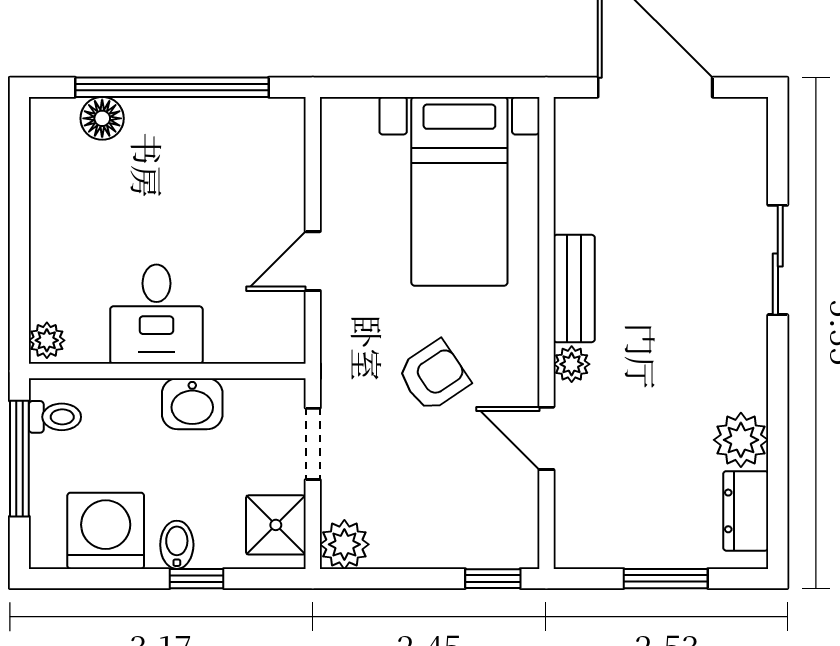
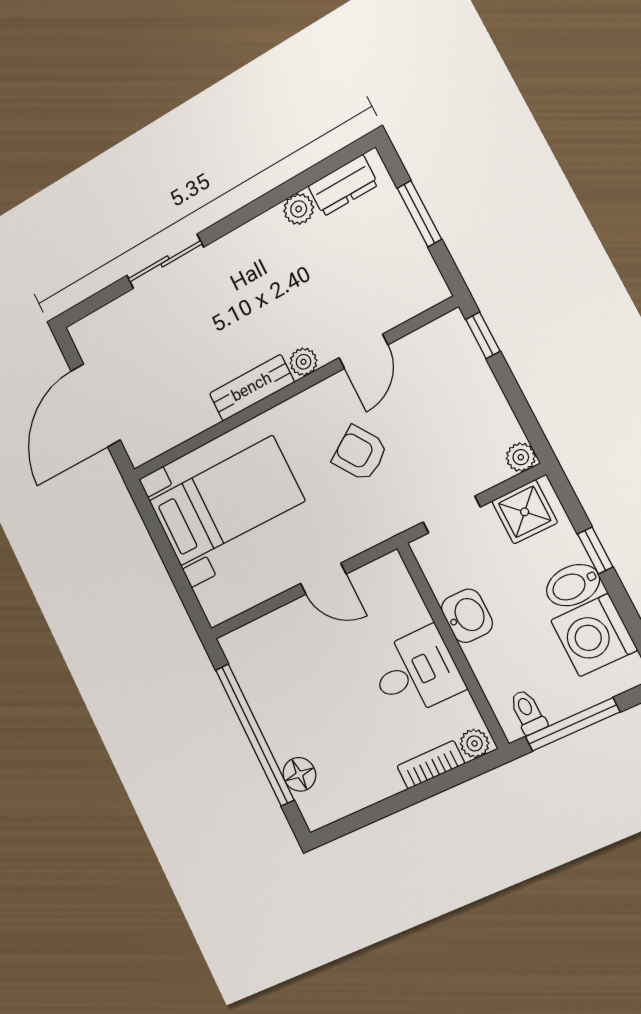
bookcase: (45, 279) -> (431, 765), added
plant: (741, 440) -> (299, 209), width x0.73, depth x0.73
plant: (344, 544) -> (521, 457), width x0.73, depth x0.73
bidet: (177, 545) -> (573, 585), width x1.38, depth x1.36

